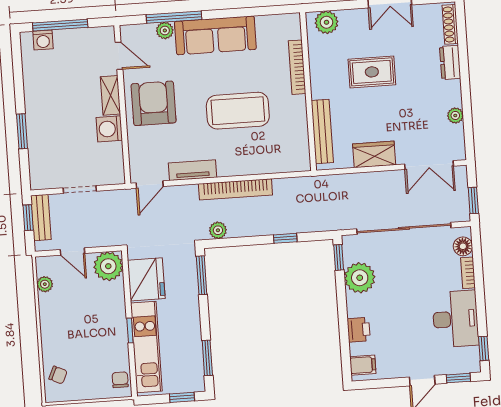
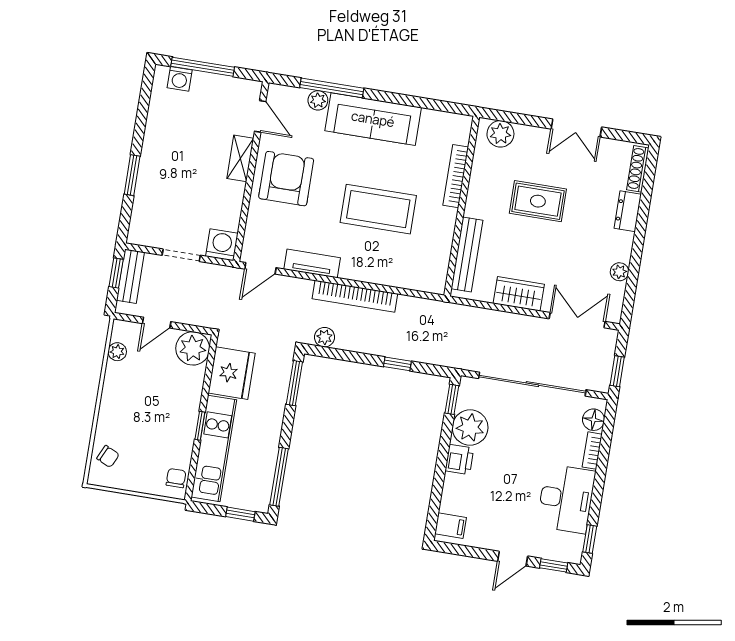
washing machine: (109, 129) -> (222, 245), moved, turned 90
double door: (429, 165) -> (577, 320), swing flipped
door: (72, 252) -> (157, 323), hinge flipped
printer: (359, 330) -> (459, 460), moved
window: (207, 358) -> (279, 477), width x1.44

